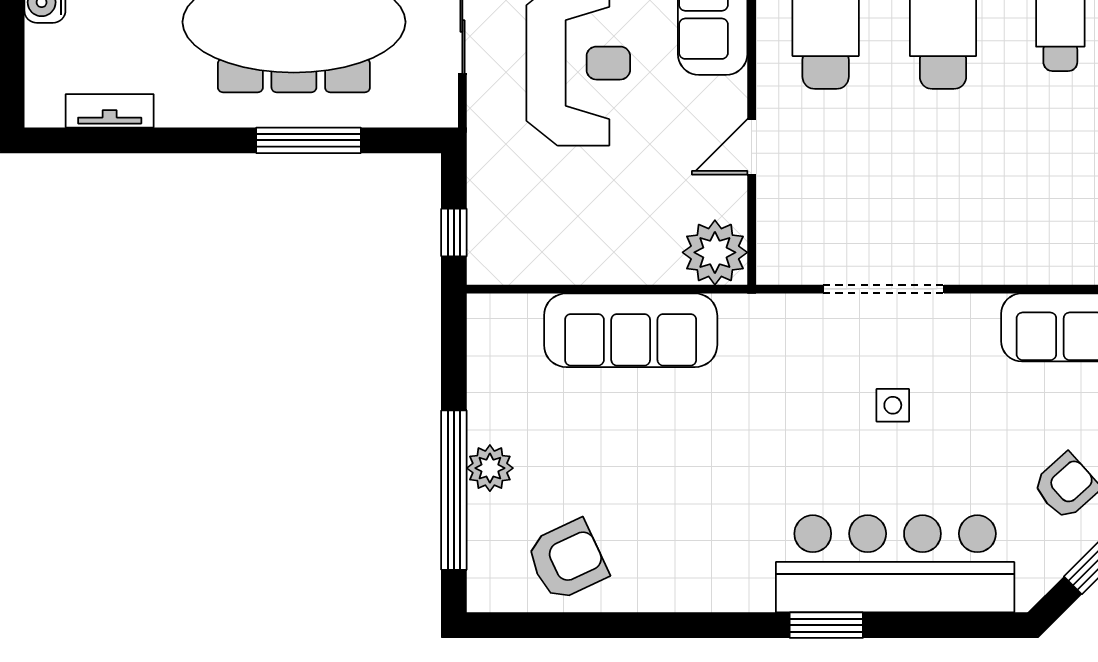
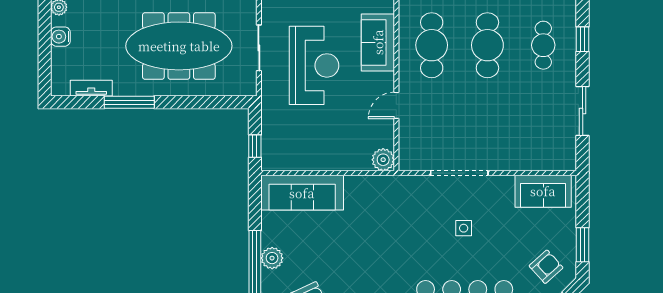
window: (309, 140) -> (129, 102), moved
plant: (715, 252) -> (383, 160), width x0.73, depth x0.73
sofa: (631, 330) -> (302, 193), moved

